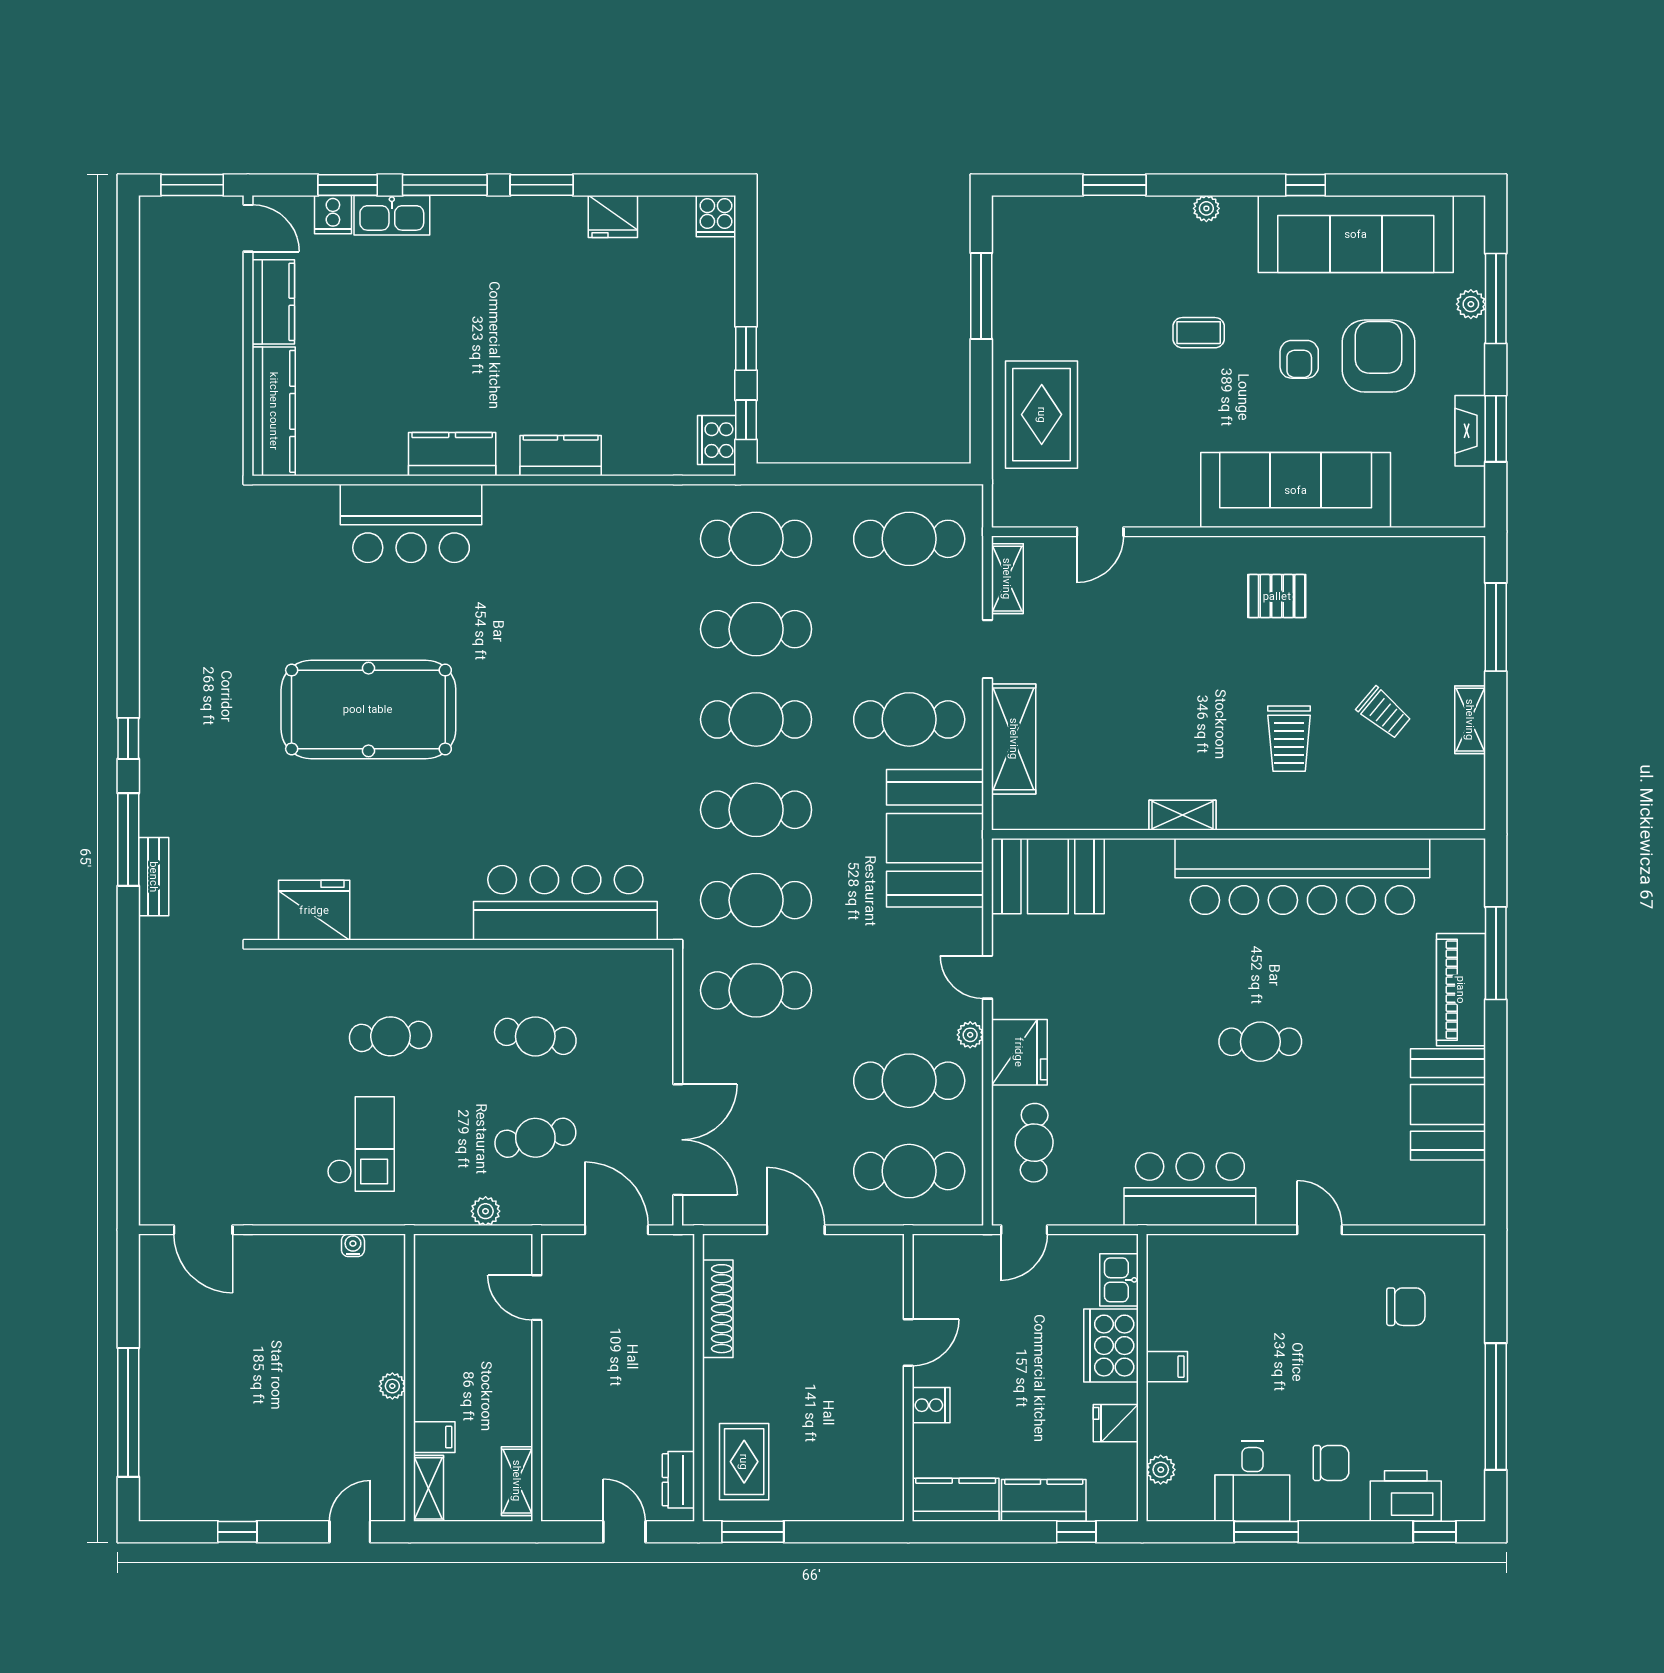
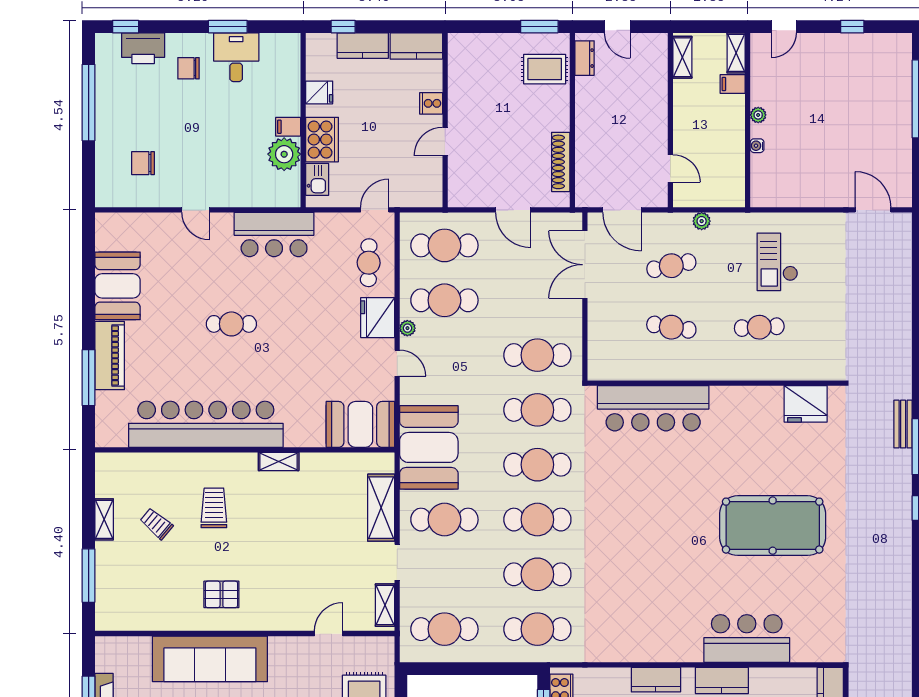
water cooler: (353, 1245) -> (757, 146), moved, turned 90
rug: (744, 1462) -> (545, 69), turned 90
plant: (1161, 1470) -> (284, 154), moved, width x1.87, depth x1.87

